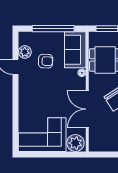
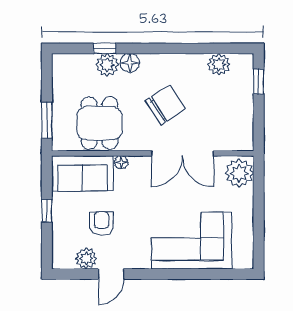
window: (53, 29) -> (47, 211), width x0.32
corner sofa: (42, 135) -> (191, 241), moved, turned 90

